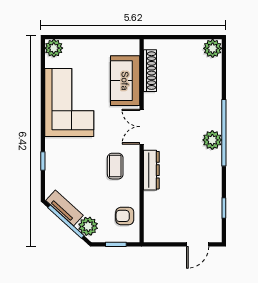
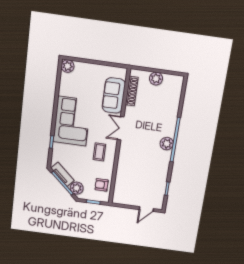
plant: (213, 48) -> (156, 79), moved
corner sofa: (69, 102) -> (72, 121), moved
dresser: (151, 170) -> (123, 158), removed

